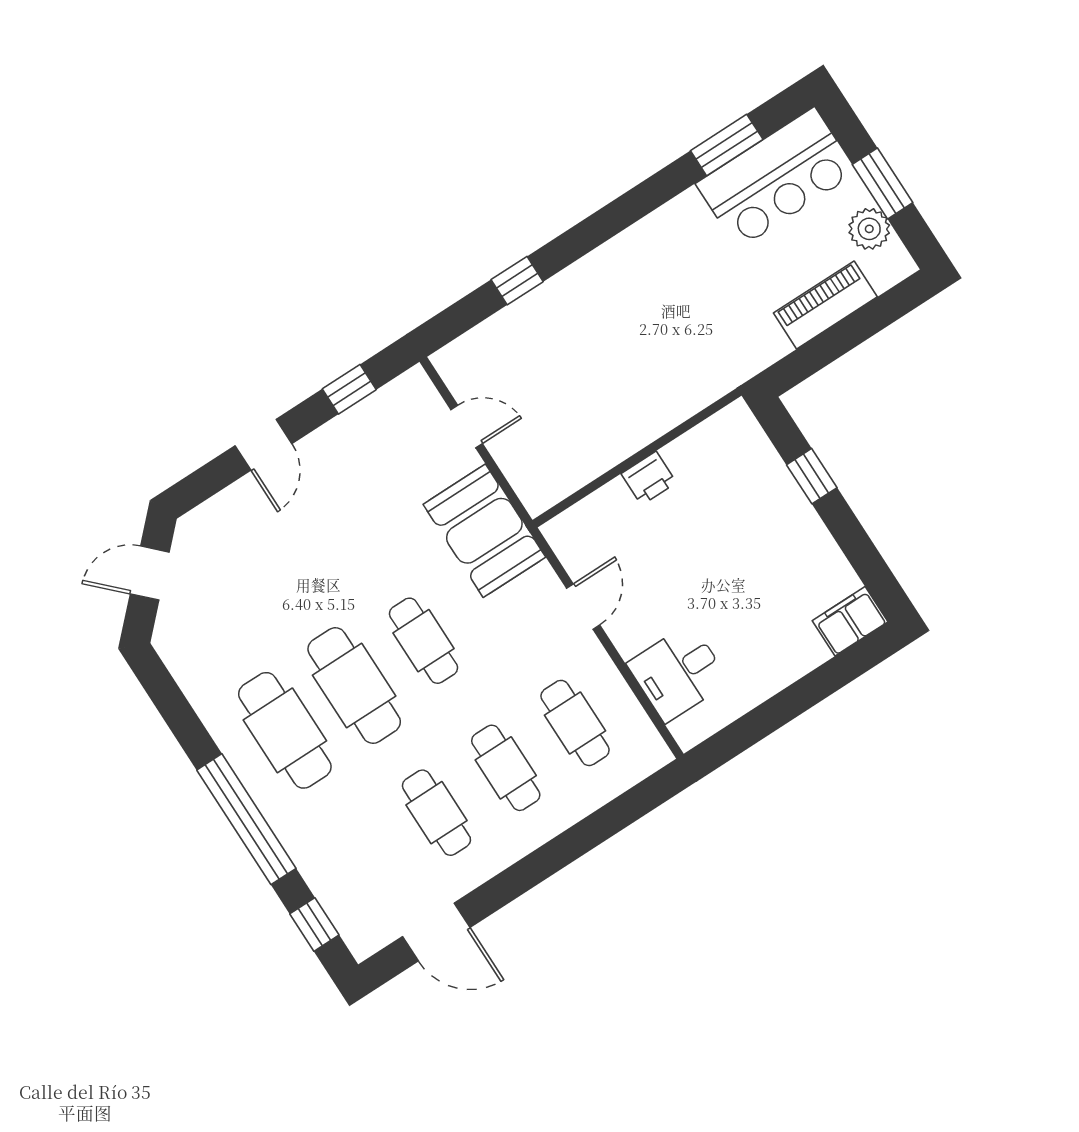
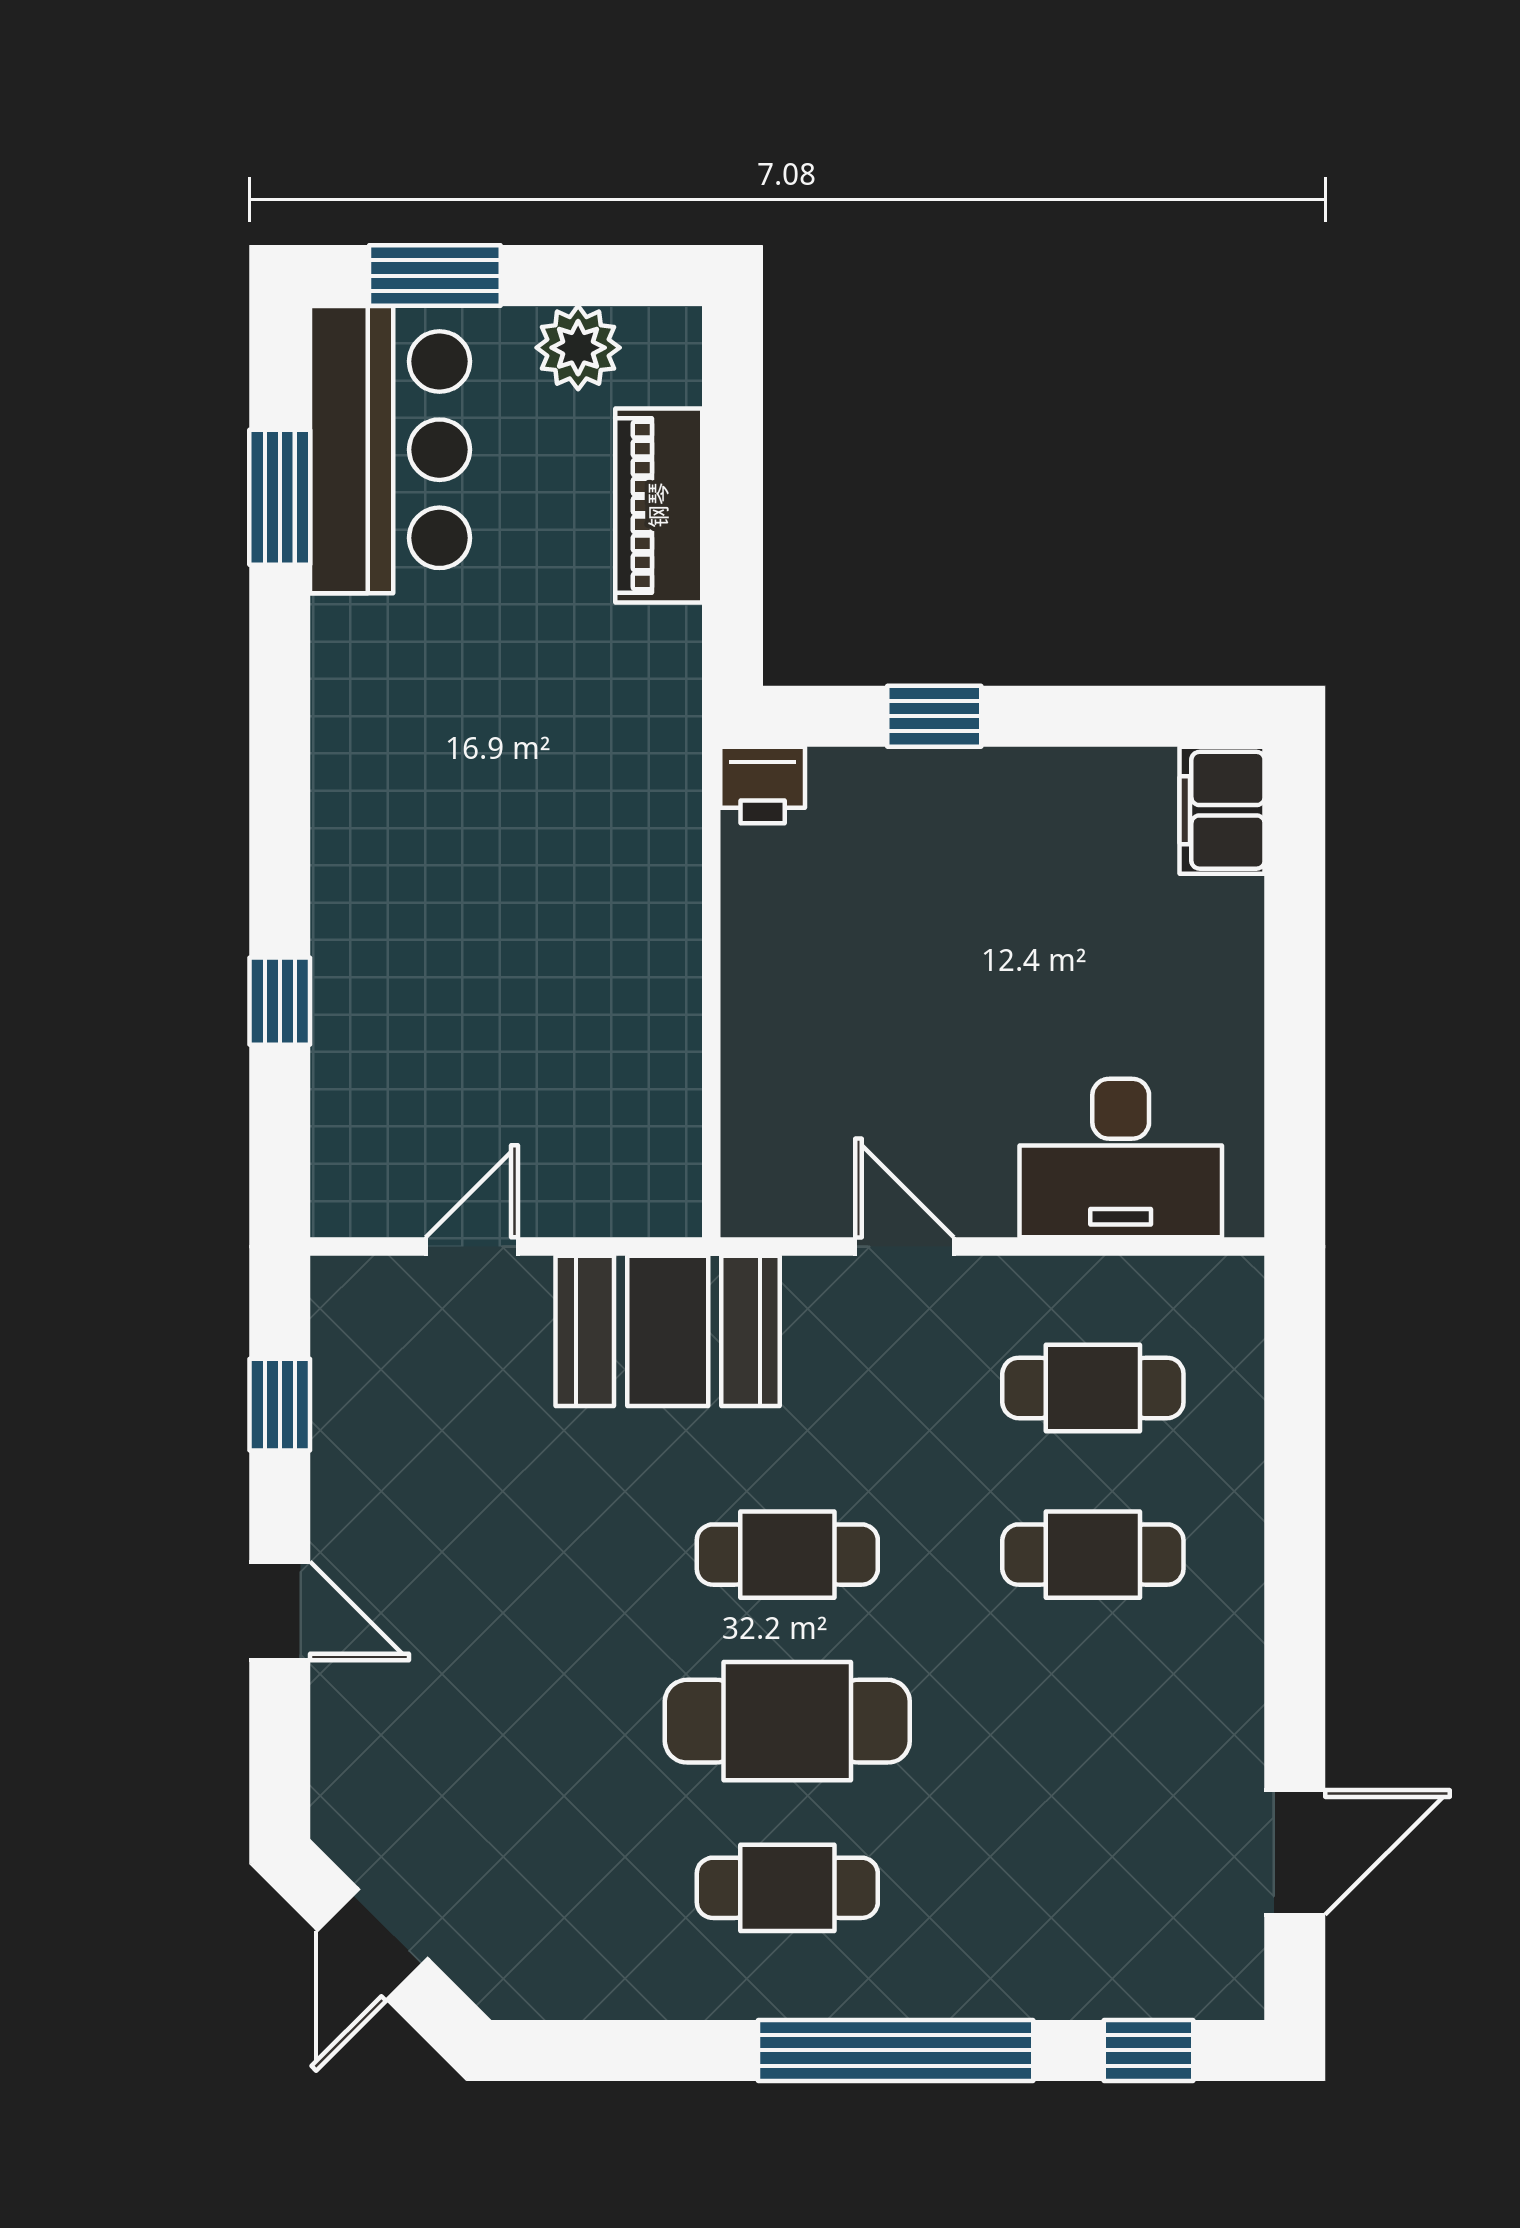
window: (882, 183) -> (435, 276), moved
printer: (649, 478) -> (763, 785), moved, turned 90
desk: (678, 673) -> (1121, 1158), width x1.37
cafe table: (285, 730) -> (787, 1888), width x0.73, depth x0.74
cafe table: (436, 813) -> (1093, 1721), removed

